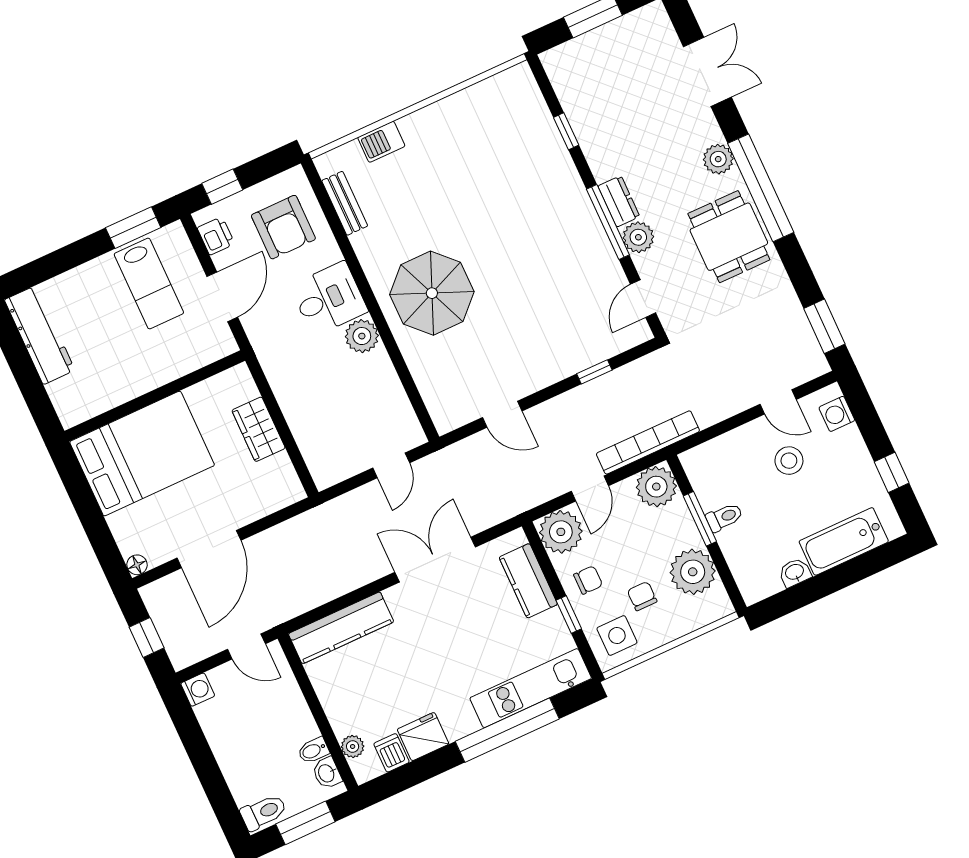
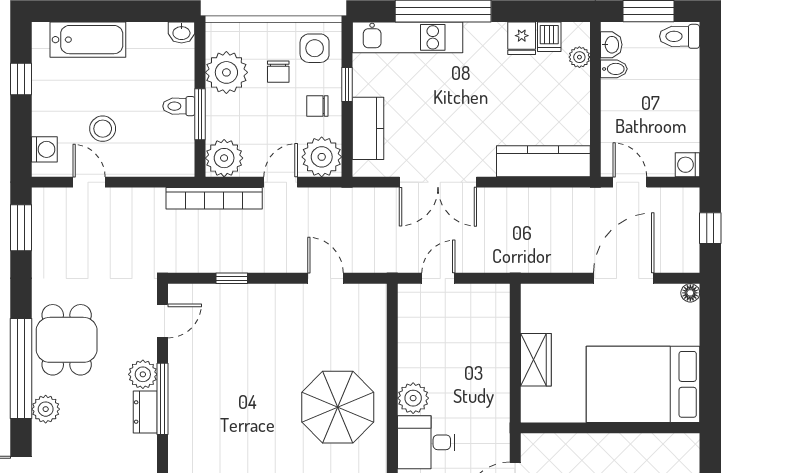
washbasin: (795, 572) -> (181, 32), moved
fridge: (423, 737) -> (522, 38), width x0.72

